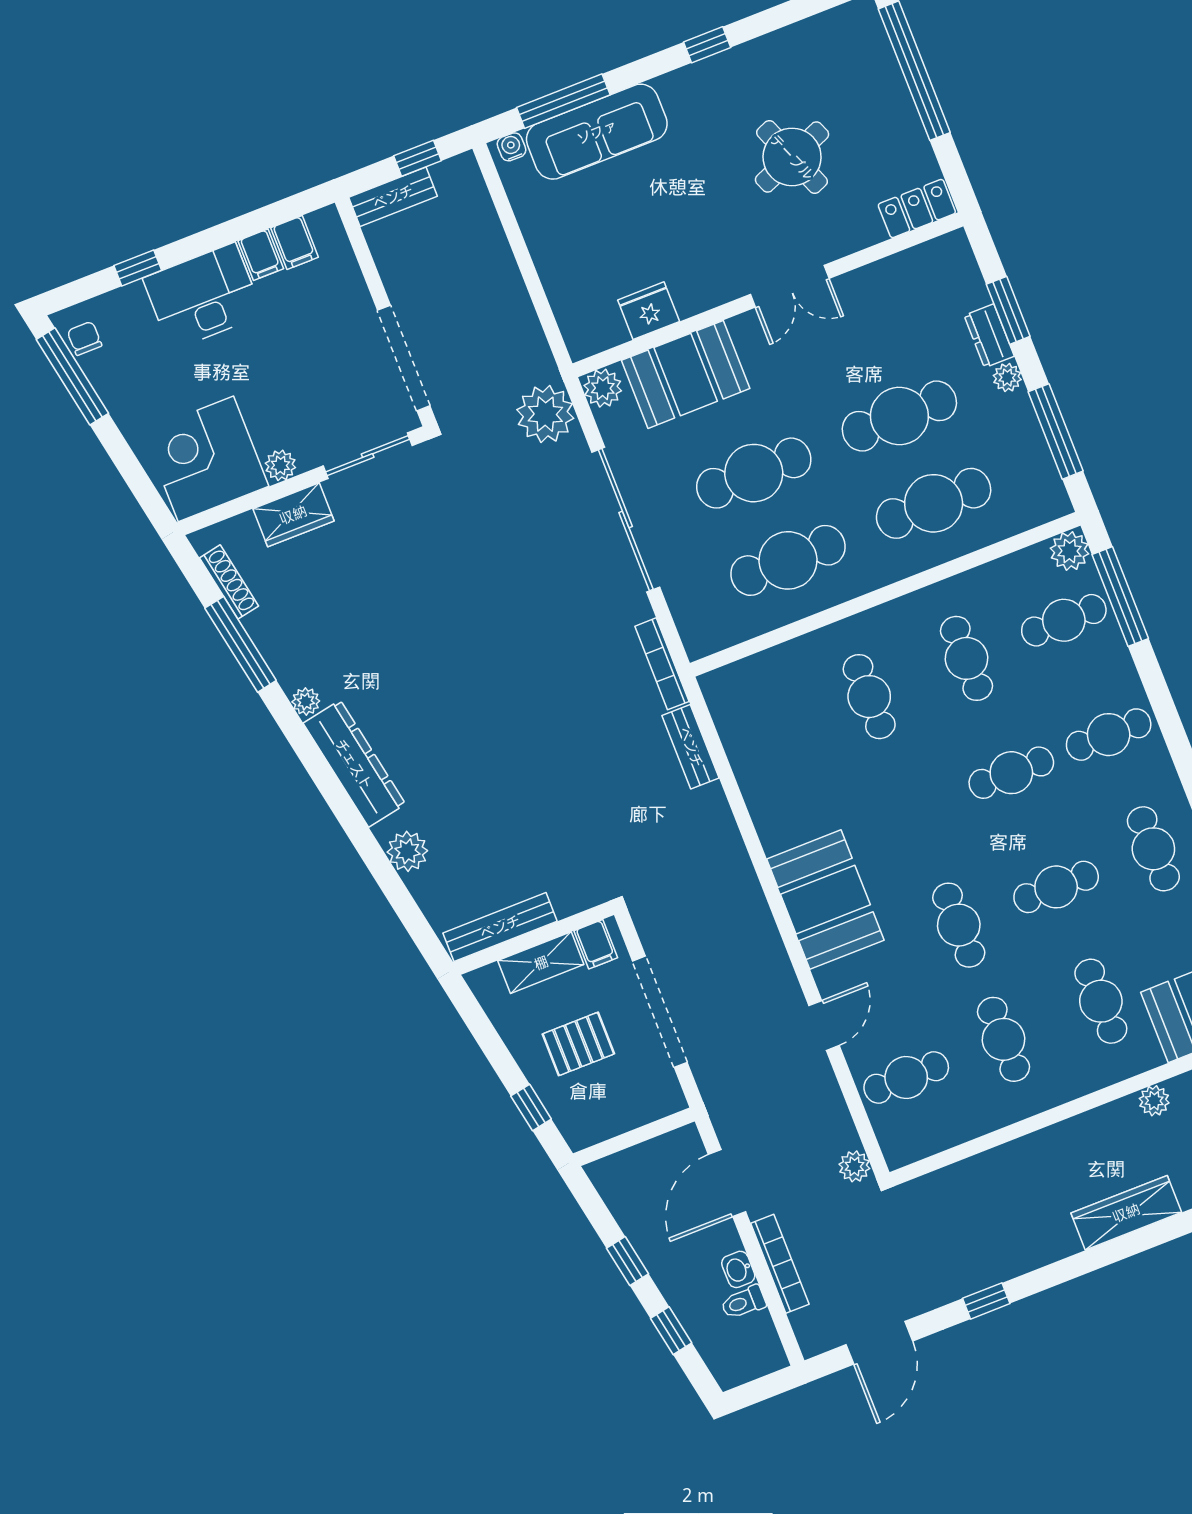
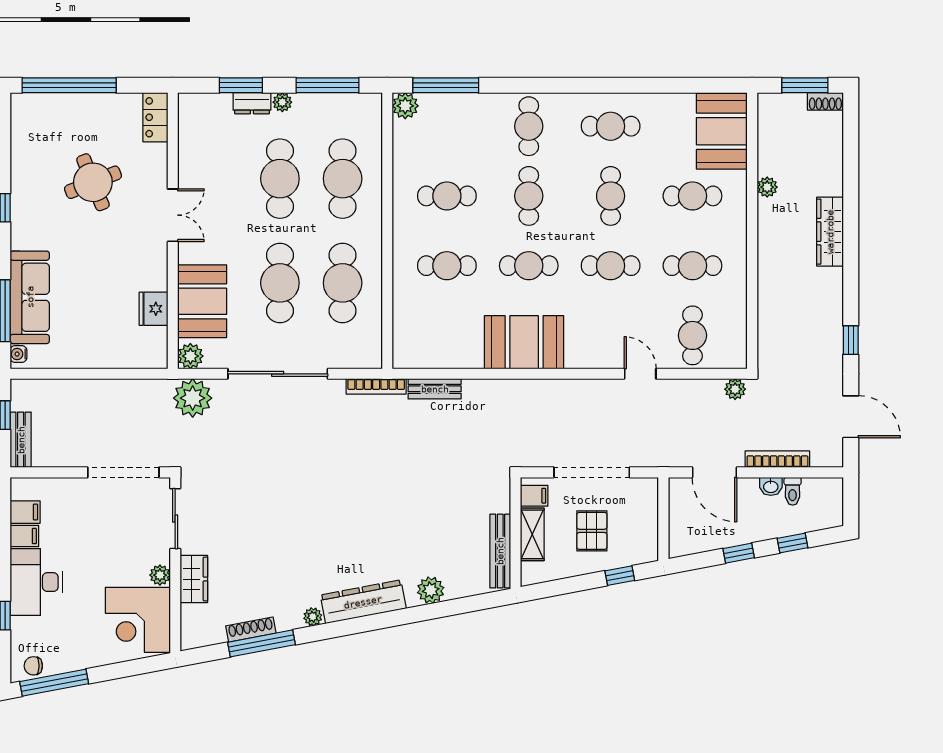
shoe rack: (229, 582) -> (251, 630), moved
cafe table: (1064, 620) -> (529, 266), moved, turned 90
booth: (825, 900) -> (524, 342), moved

